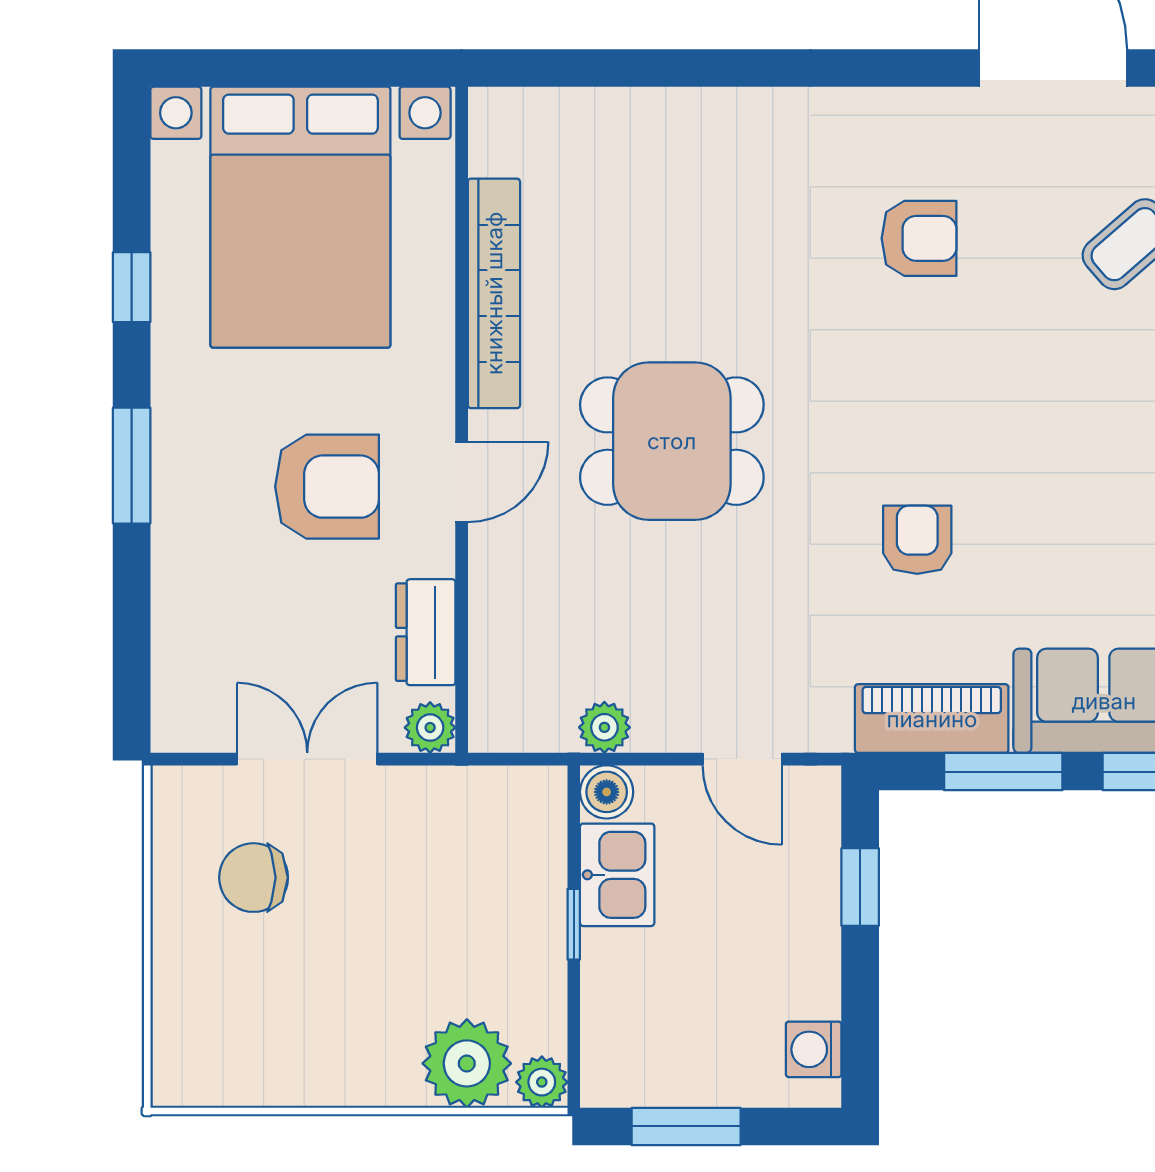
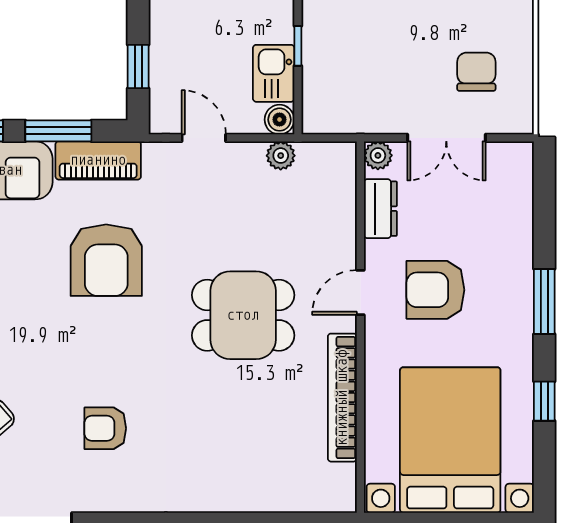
armchair: (917, 540) -> (106, 260), width x1.88, depth x1.88
chair: (254, 878) -> (476, 72), turned -90

